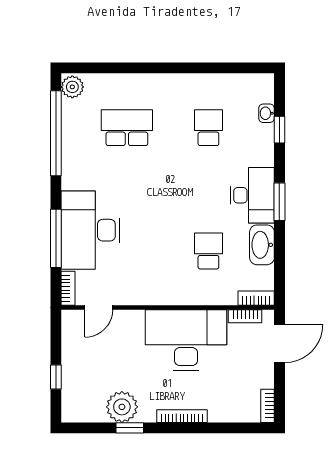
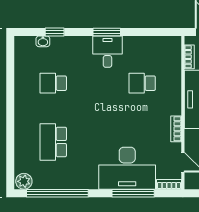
desk: (252, 195) -> (107, 52), width x0.73
washbasin: (262, 245) -> (138, 45), removed
bookcase: (256, 298) -> (176, 129), moved

